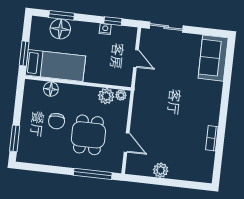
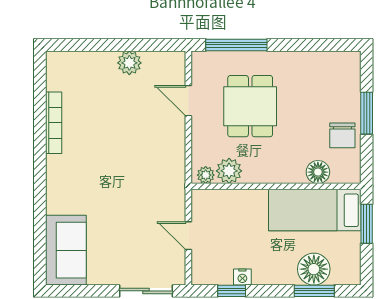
chair: (57, 121) -> (342, 135), moved, turned 180
window: (15, 138) -> (367, 113), moved
bookcase: (212, 138) -> (54, 123), width x1.56

